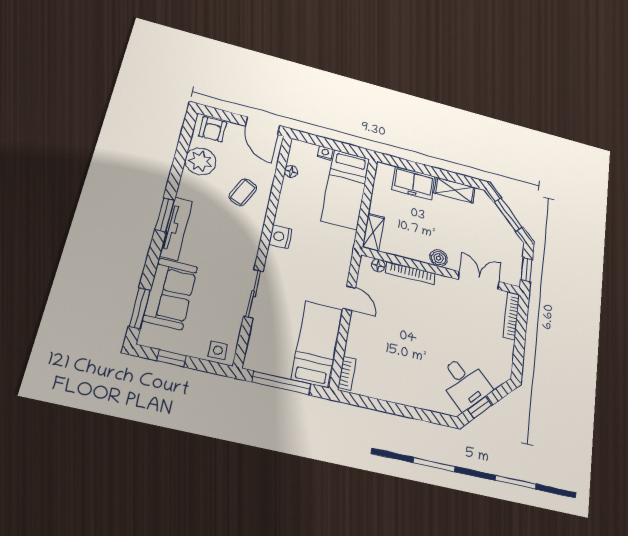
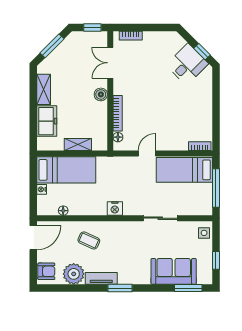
tv unit: (176, 228) -> (101, 278), moved, width x0.71
shelving: (373, 232) -> (78, 144), moved
bookcase: (511, 316) -> (131, 36), width x0.64

